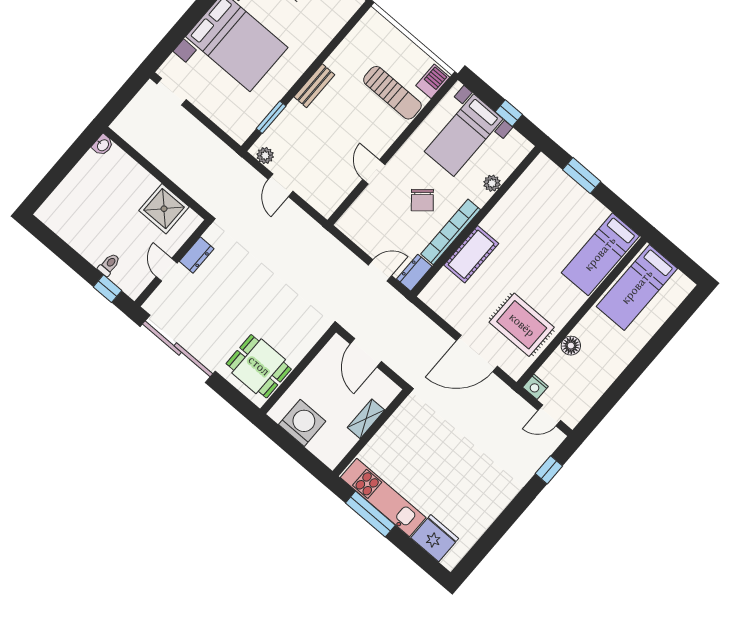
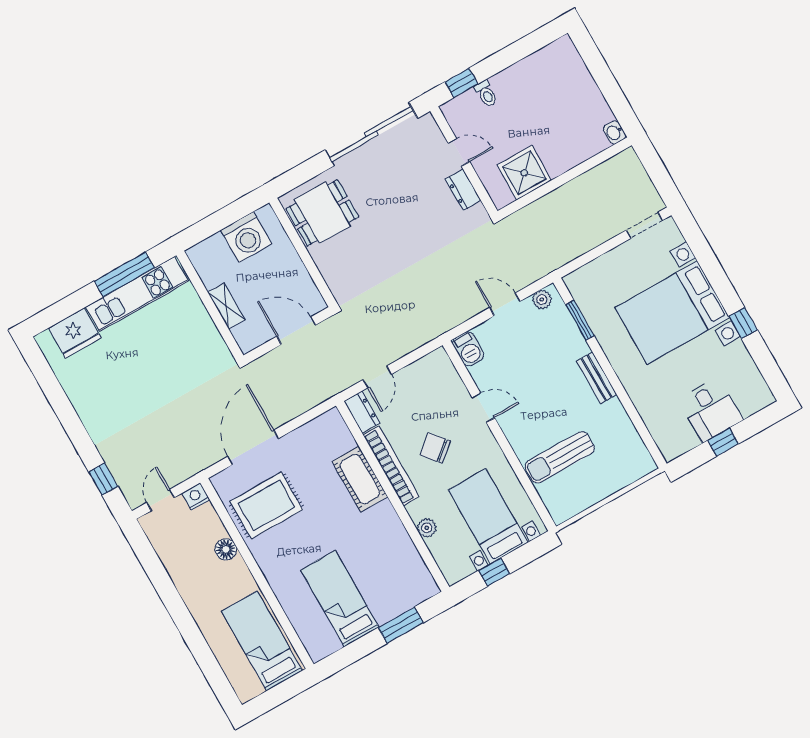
barbecue: (433, 81) -> (468, 349), moved
bed: (600, 254) -> (340, 599), moved

